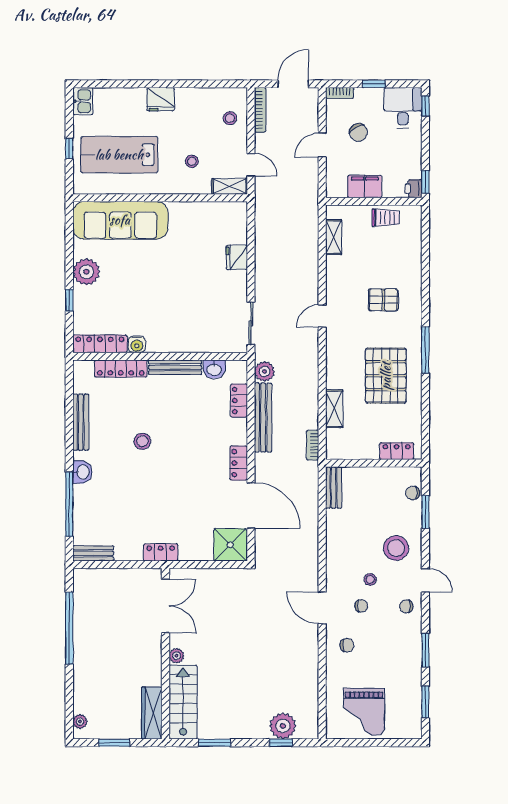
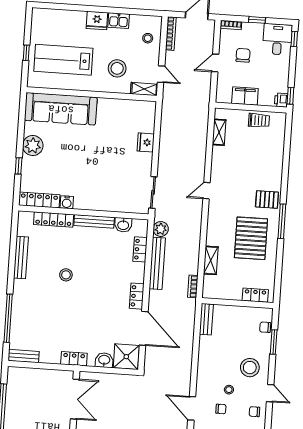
kitchen sink: (83, 101) -> (119, 21), moved, turned 90
chair: (358, 132) -> (243, 55), turned -149
stool: (192, 161) -> (117, 68), width x1.89, depth x1.89
pallet: (383, 300) -> (267, 200), moved
washbasin: (82, 472) -> (104, 360), moved, turned -90

